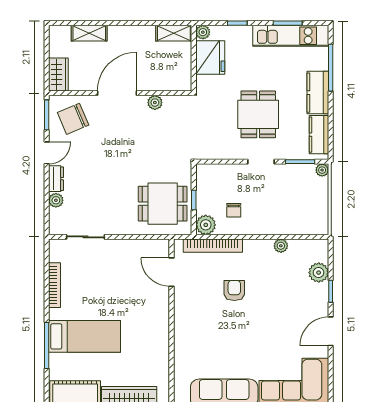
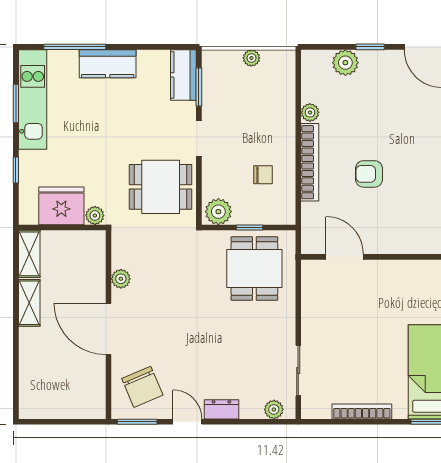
plant: (203, 32) -> (95, 216), moved
shelving: (89, 33) -> (29, 303), moved
wardrobe: (58, 74) -> (84, 406), removed
dining table: (258, 114) -> (161, 187), moved
kitchen counter: (319, 135) -> (183, 75), moved, turned 90
plant: (322, 170) -> (251, 58), moved
plant: (56, 200) -> (274, 409), moved
plant: (206, 225) -> (218, 212), moved
bookcase: (213, 246) -> (310, 162), moved
door: (172, 272) -> (345, 257), swing flipped

